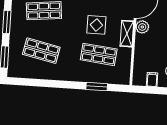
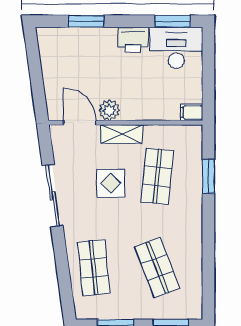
shop shelf: (41, 51) -> (157, 268), turned -33
filing cabinet: (152, 79) -> (192, 112), moved

